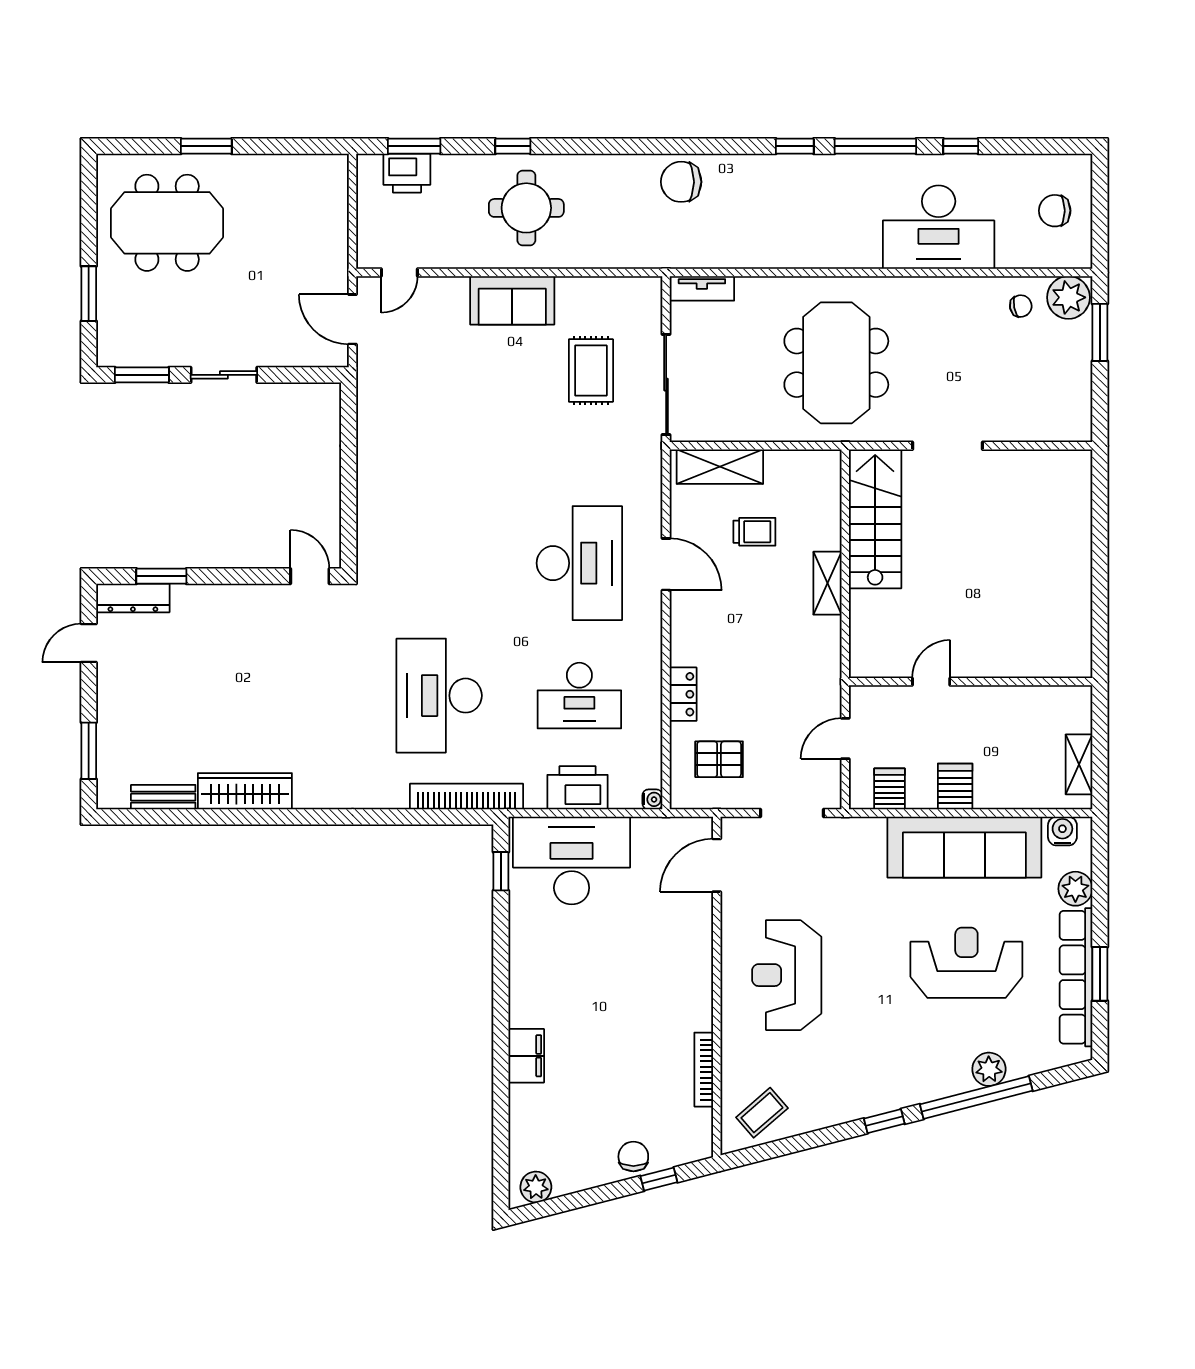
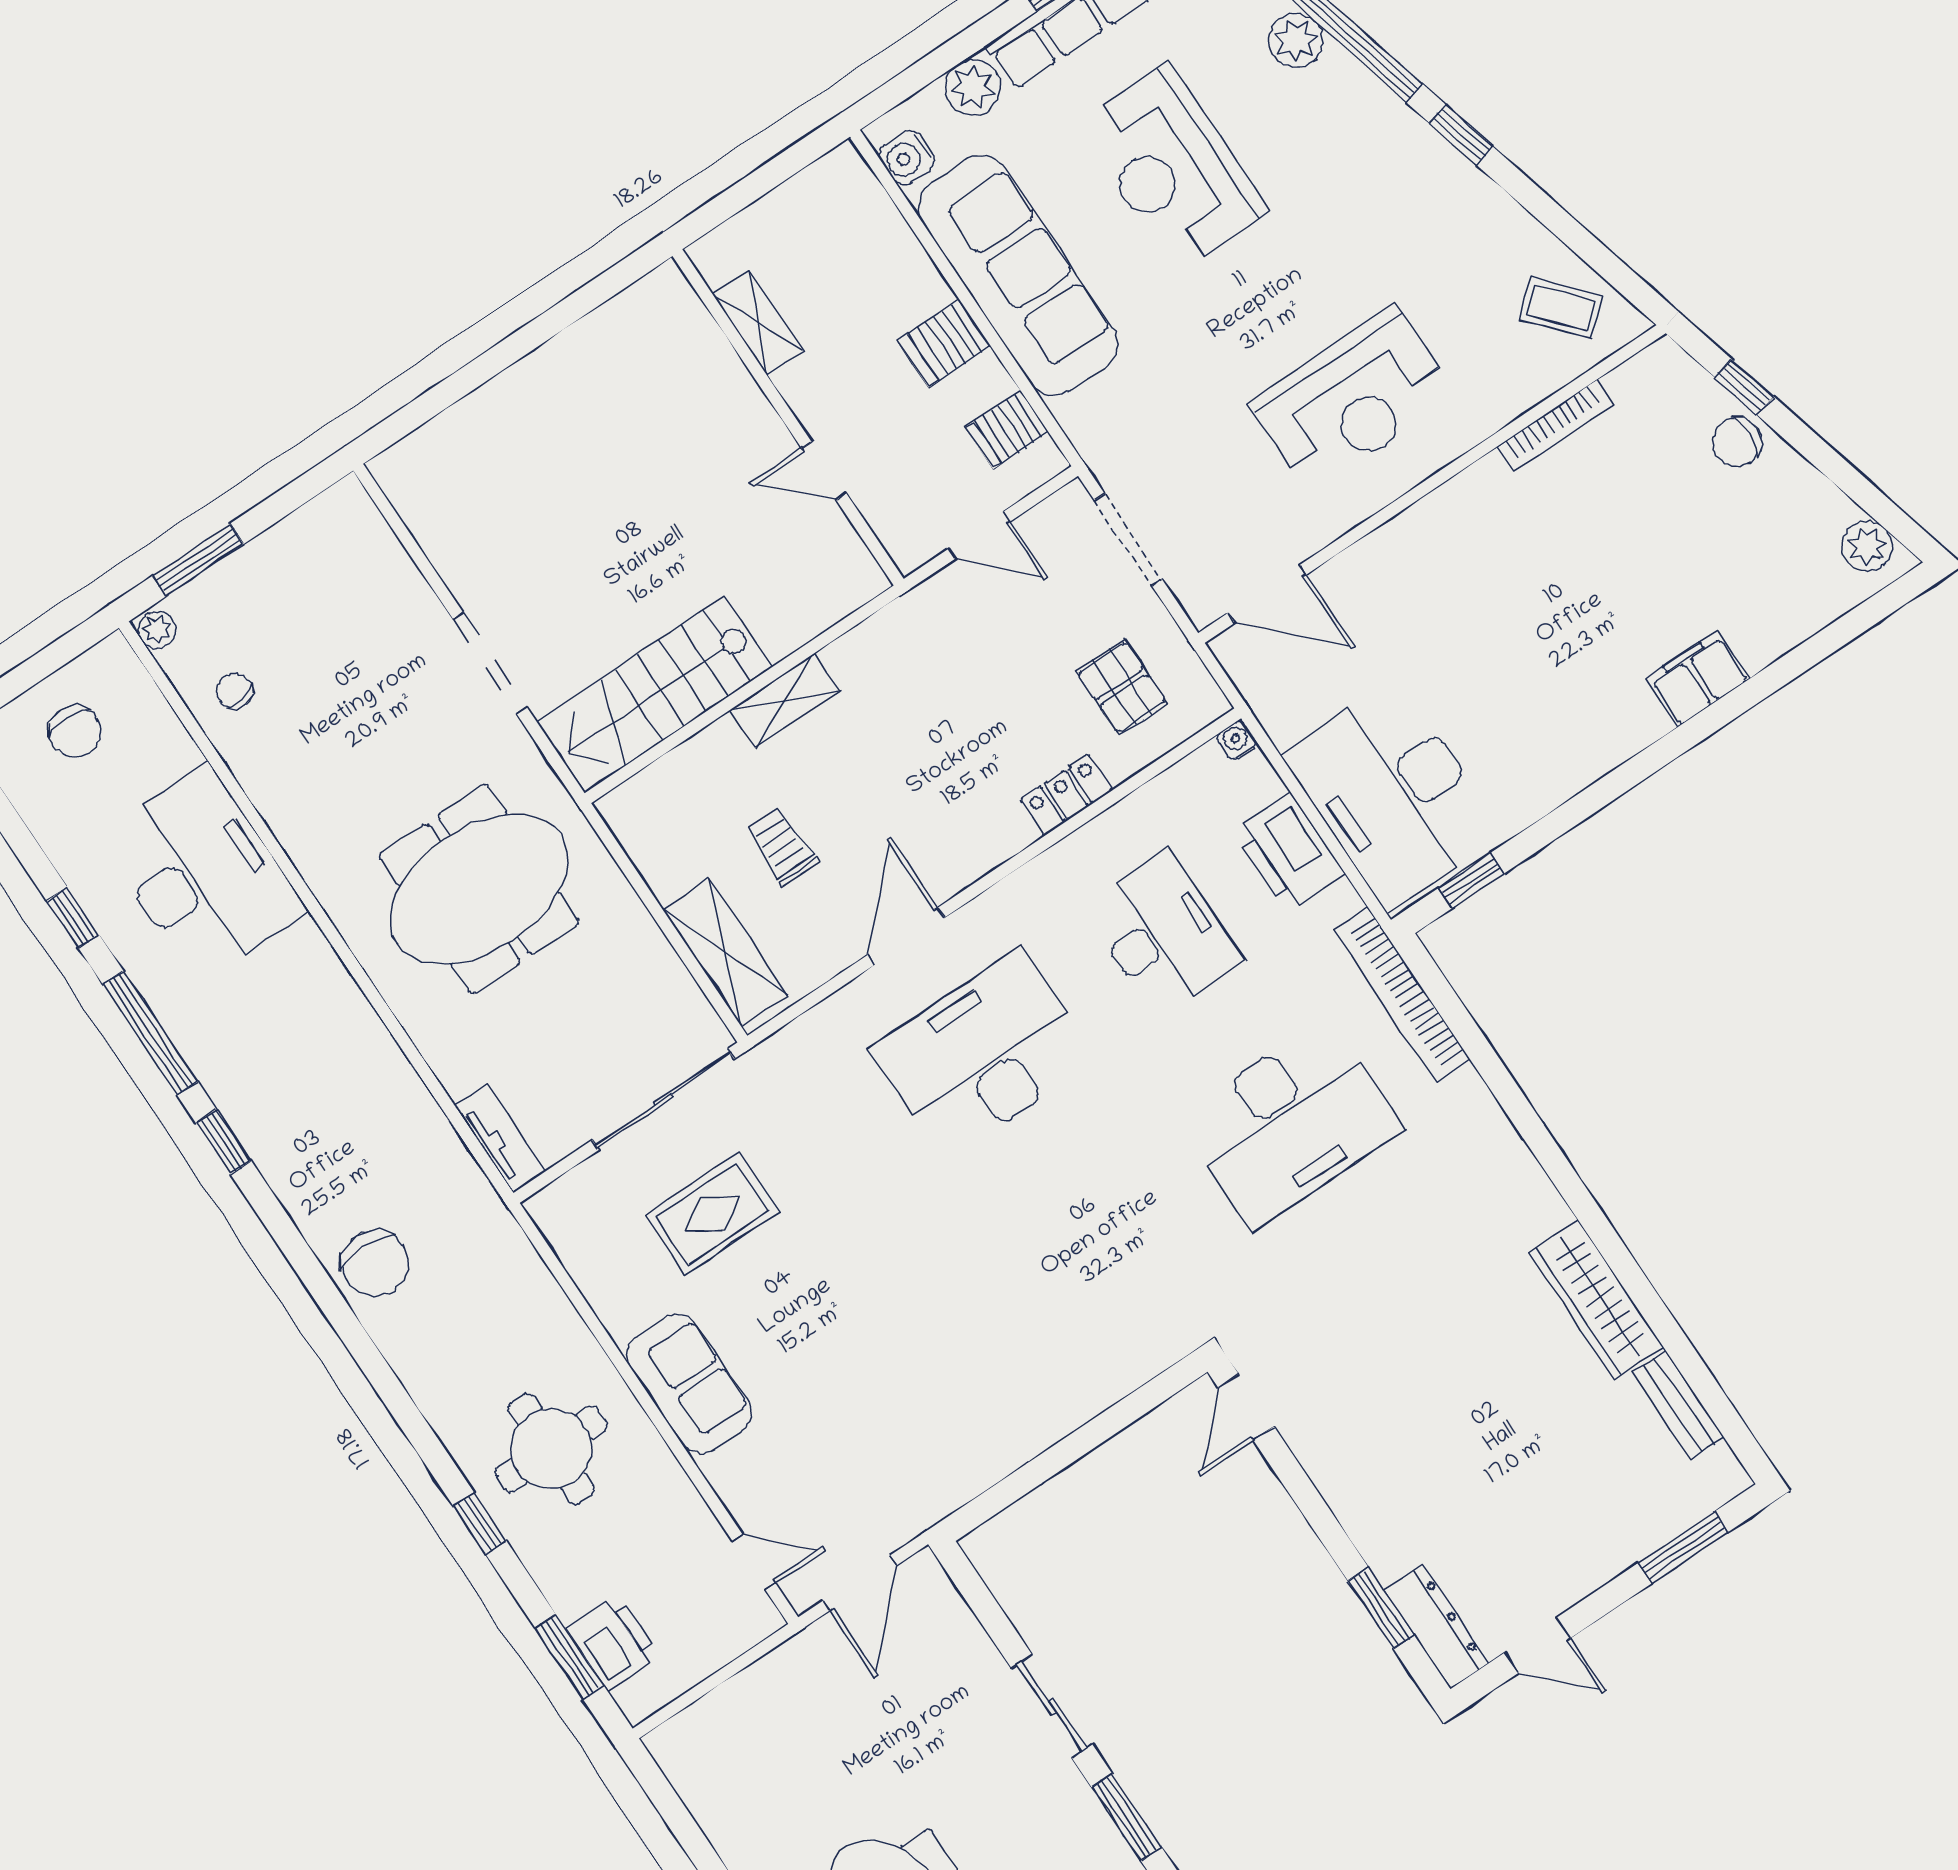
plant: (1068, 297) -> (157, 630), width x0.53, depth x0.53
shelving: (1079, 764) -> (758, 323), moved, turned 90

